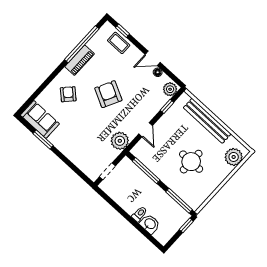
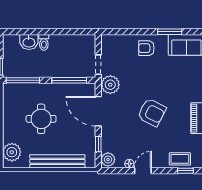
armchair: (68, 94) -> (146, 48), moved, turned 137
door: (146, 130) -> (98, 111), width x1.88
doorway: (107, 171) -> (98, 65), moved

